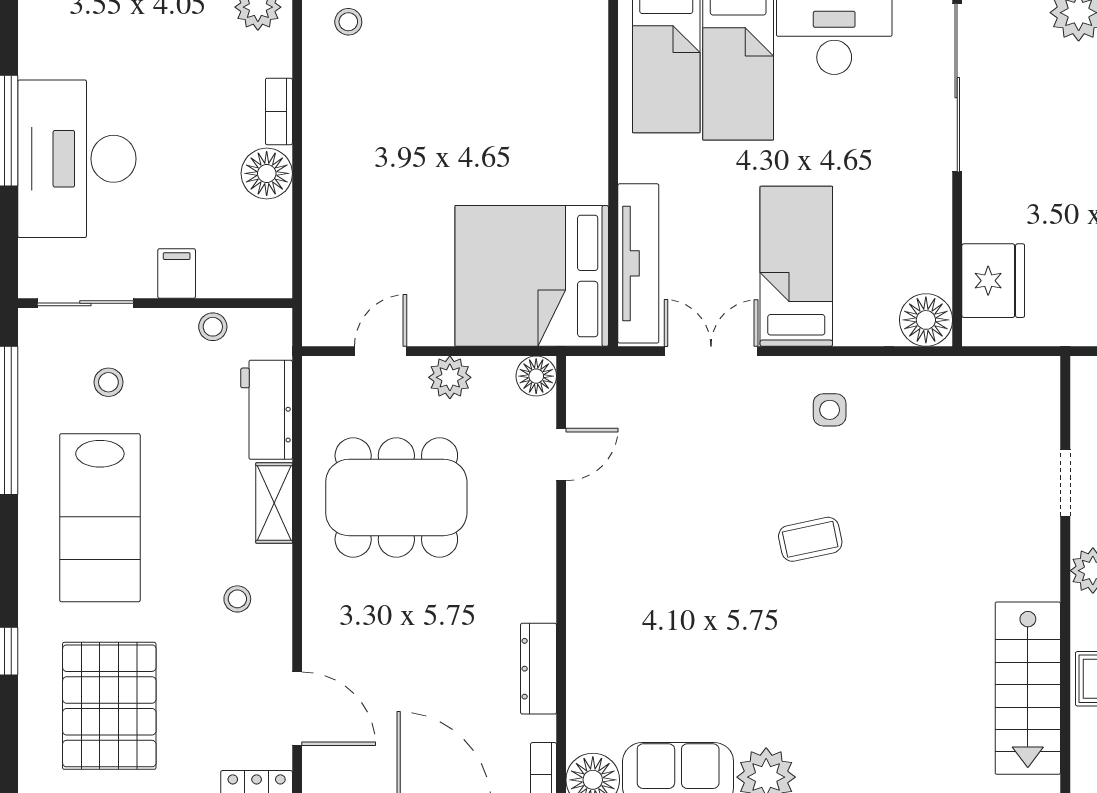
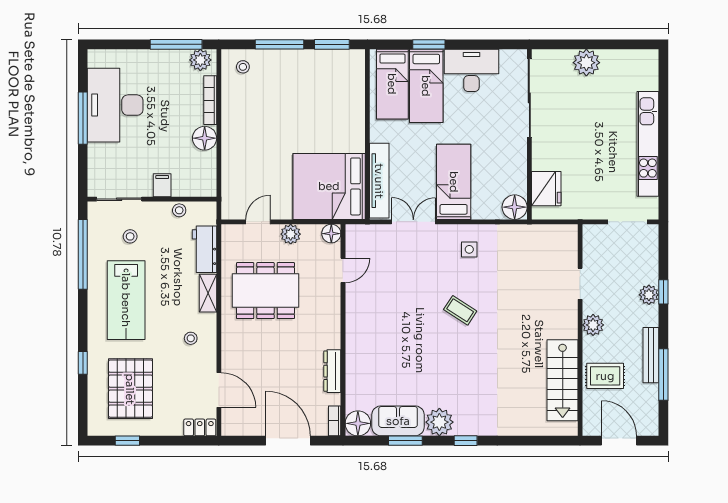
bookcase: (279, 111) -> (210, 100), width x1.56
desk: (77, 159) -> (115, 105), moved
coffee table: (810, 539) -> (460, 310), turned 45

